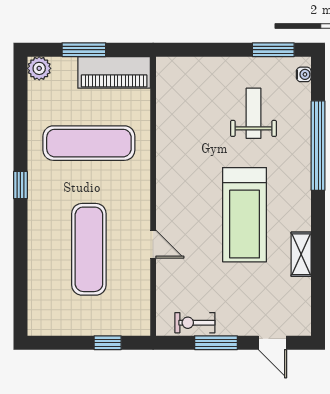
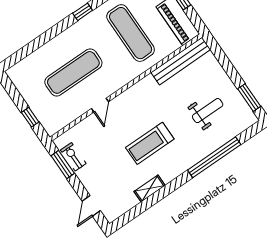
water cooler: (304, 74) -> (247, 123), removed
bench: (168, 104) -> (181, 61), added
treadmill: (245, 215) -> (150, 143), width x0.73, depth x0.73
window: (216, 343) -> (63, 164), moved

